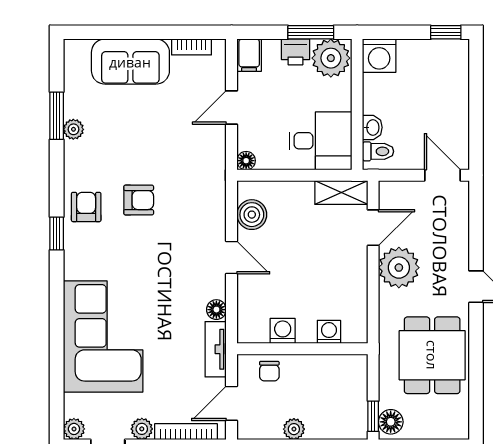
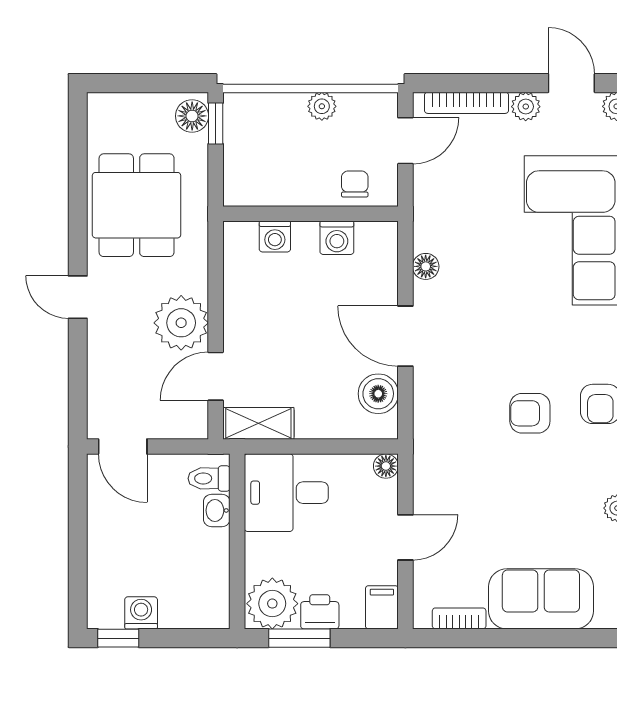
washing machine: (379, 56) -> (141, 613), moved, width x0.73, depth x0.73
door: (232, 258) -> (405, 336), width x1.38
tv unit: (216, 349) -> (427, 213), removed

